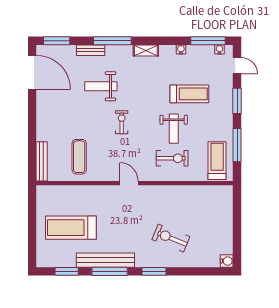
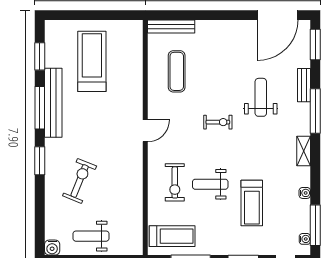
exercise mat: (79, 157) -> (177, 71), turned 90
weight bench: (217, 228) -> (91, 236), added

